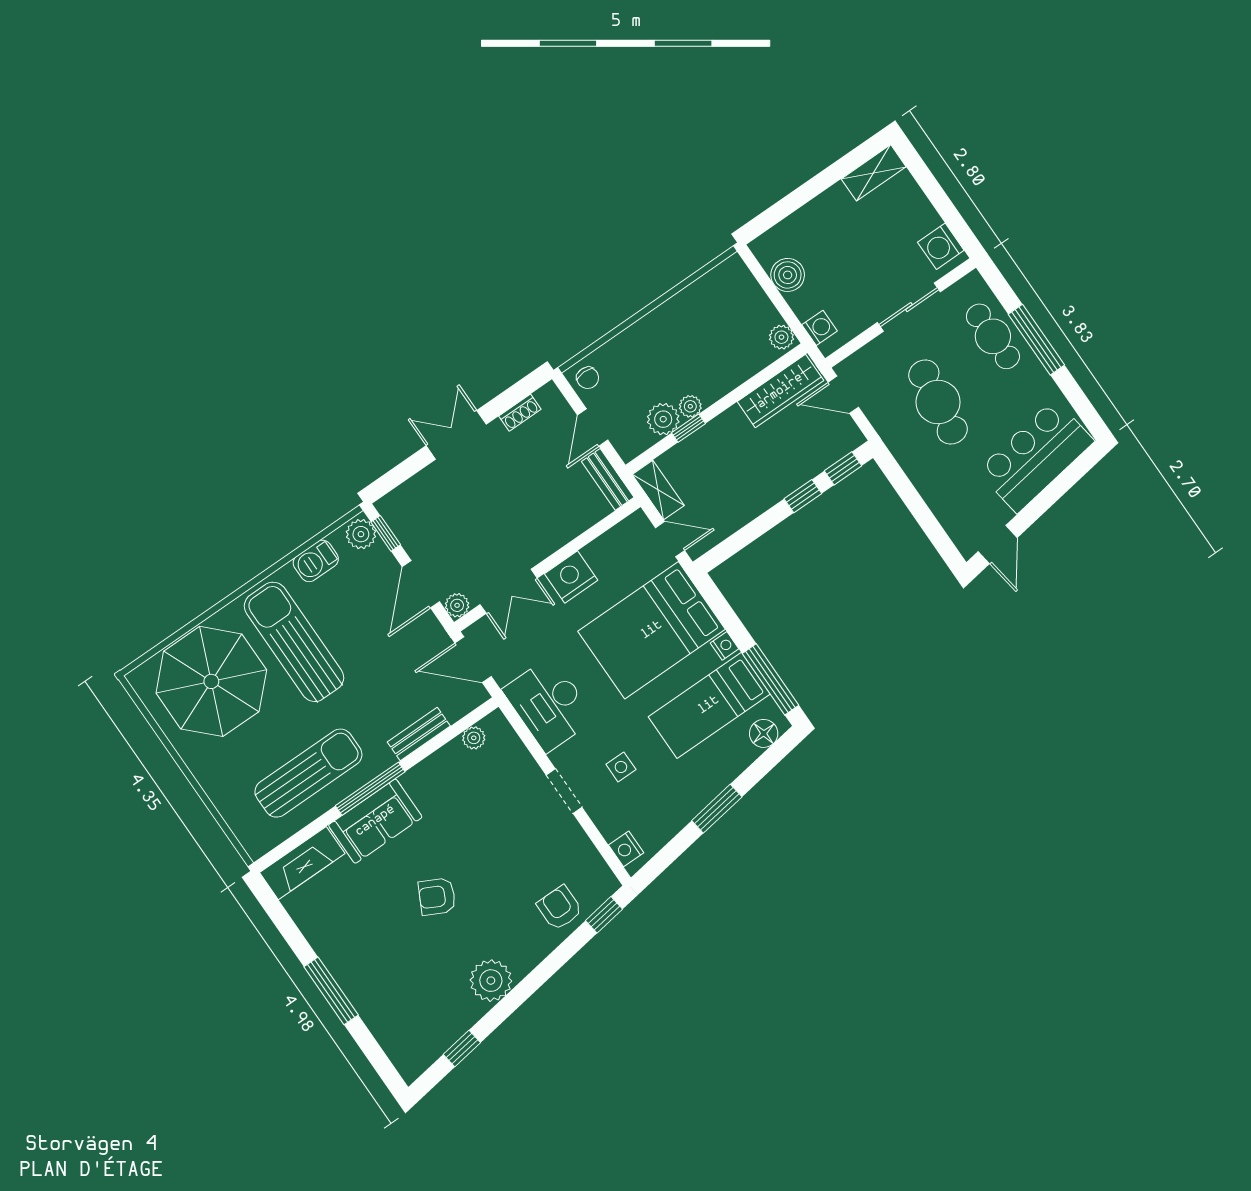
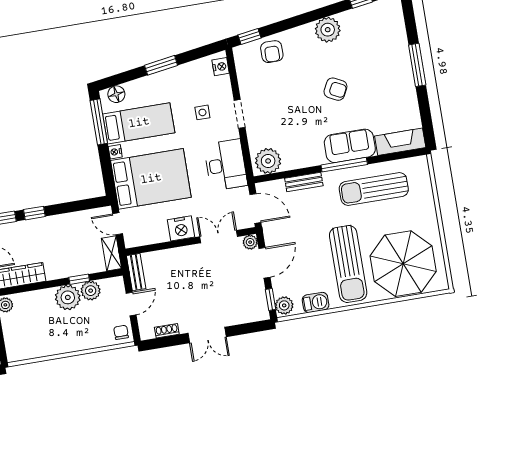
plant: (690, 406) -> (68, 297), width x1.88, depth x1.88
plant: (474, 738) -> (268, 161), width x1.87, depth x1.87

